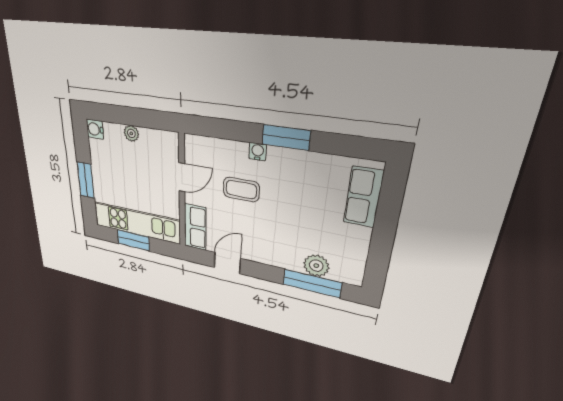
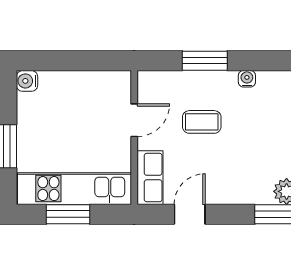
plant: (131, 133) -> (74, 79), removed
window: (286, 137) -> (205, 61), moved
water cooler: (258, 152) -> (247, 79), moved

